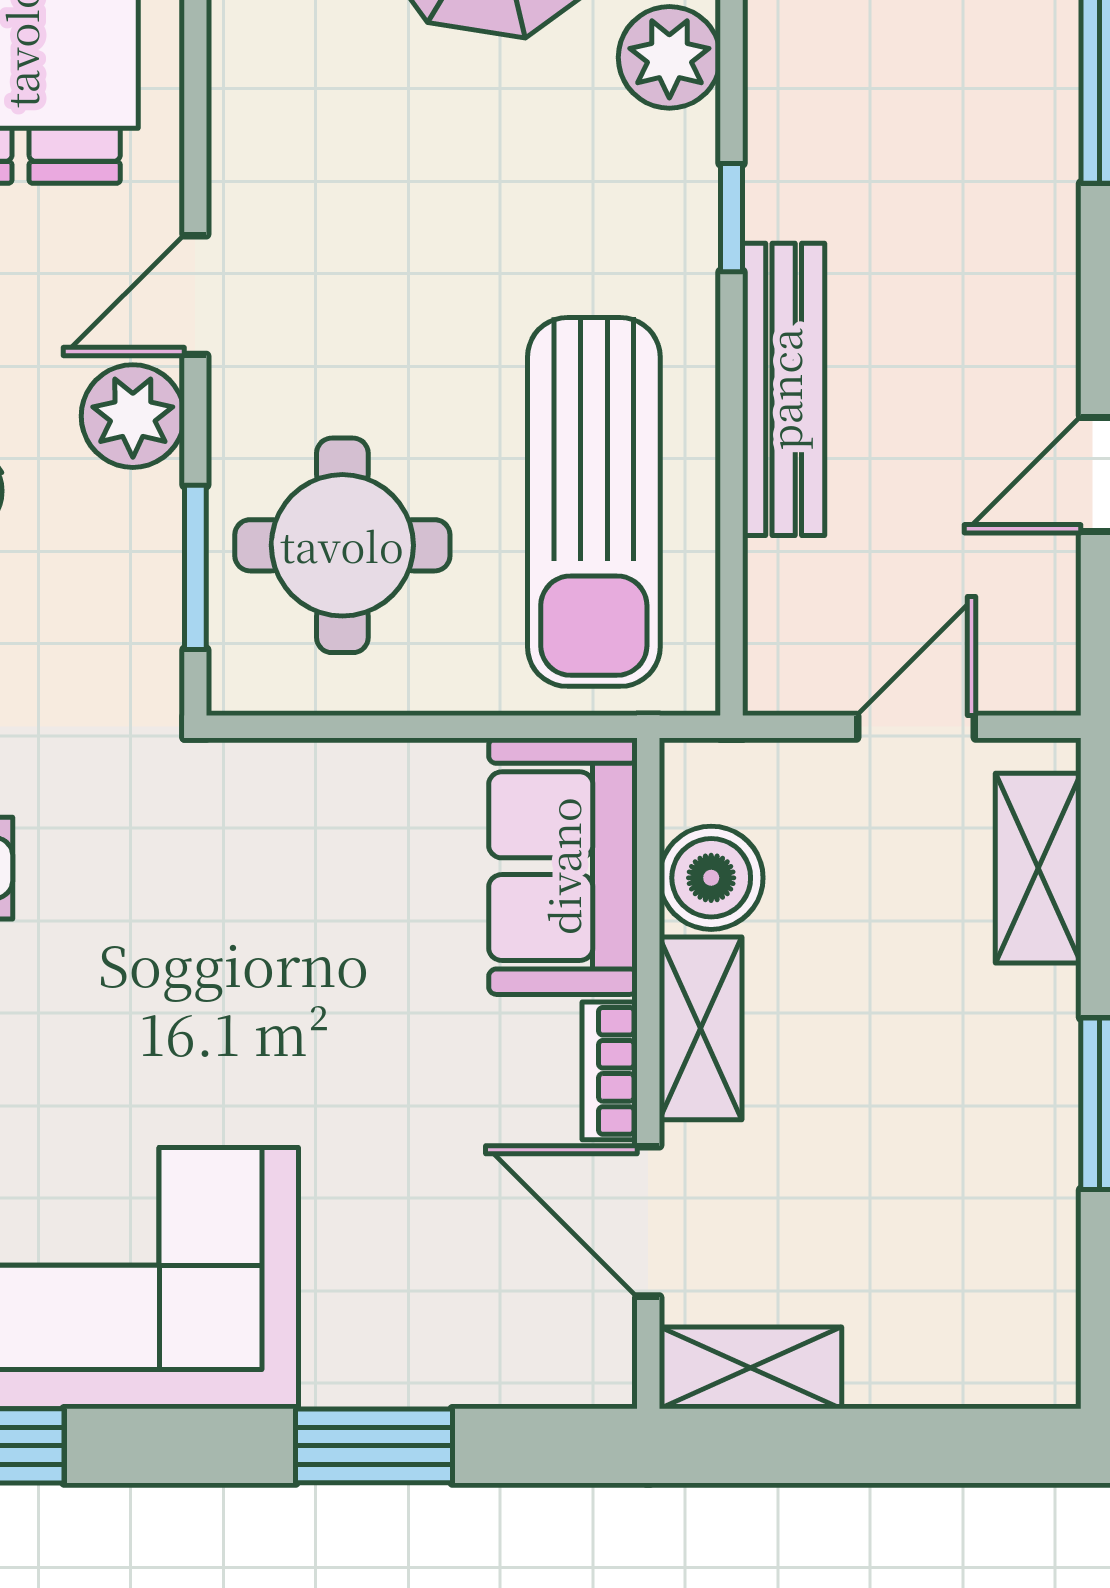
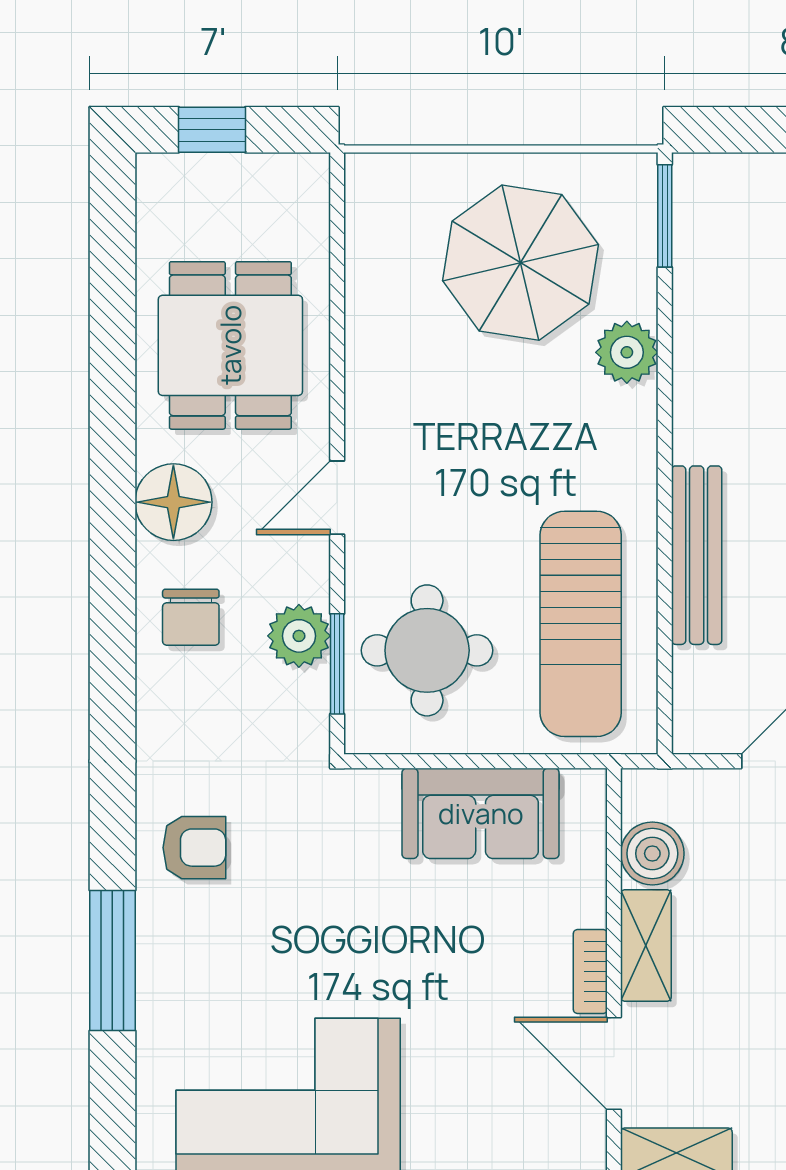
window: (732, 218) -> (665, 450), removed
plant: (133, 416) -> (299, 636), moved
sofa: (563, 866) -> (481, 813), moved, turned -90

